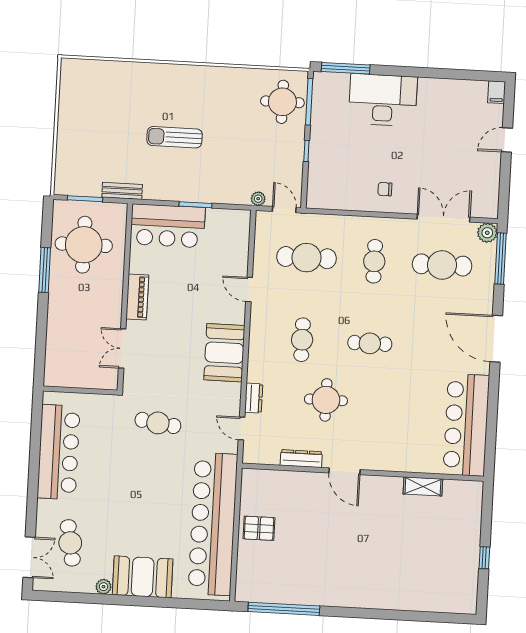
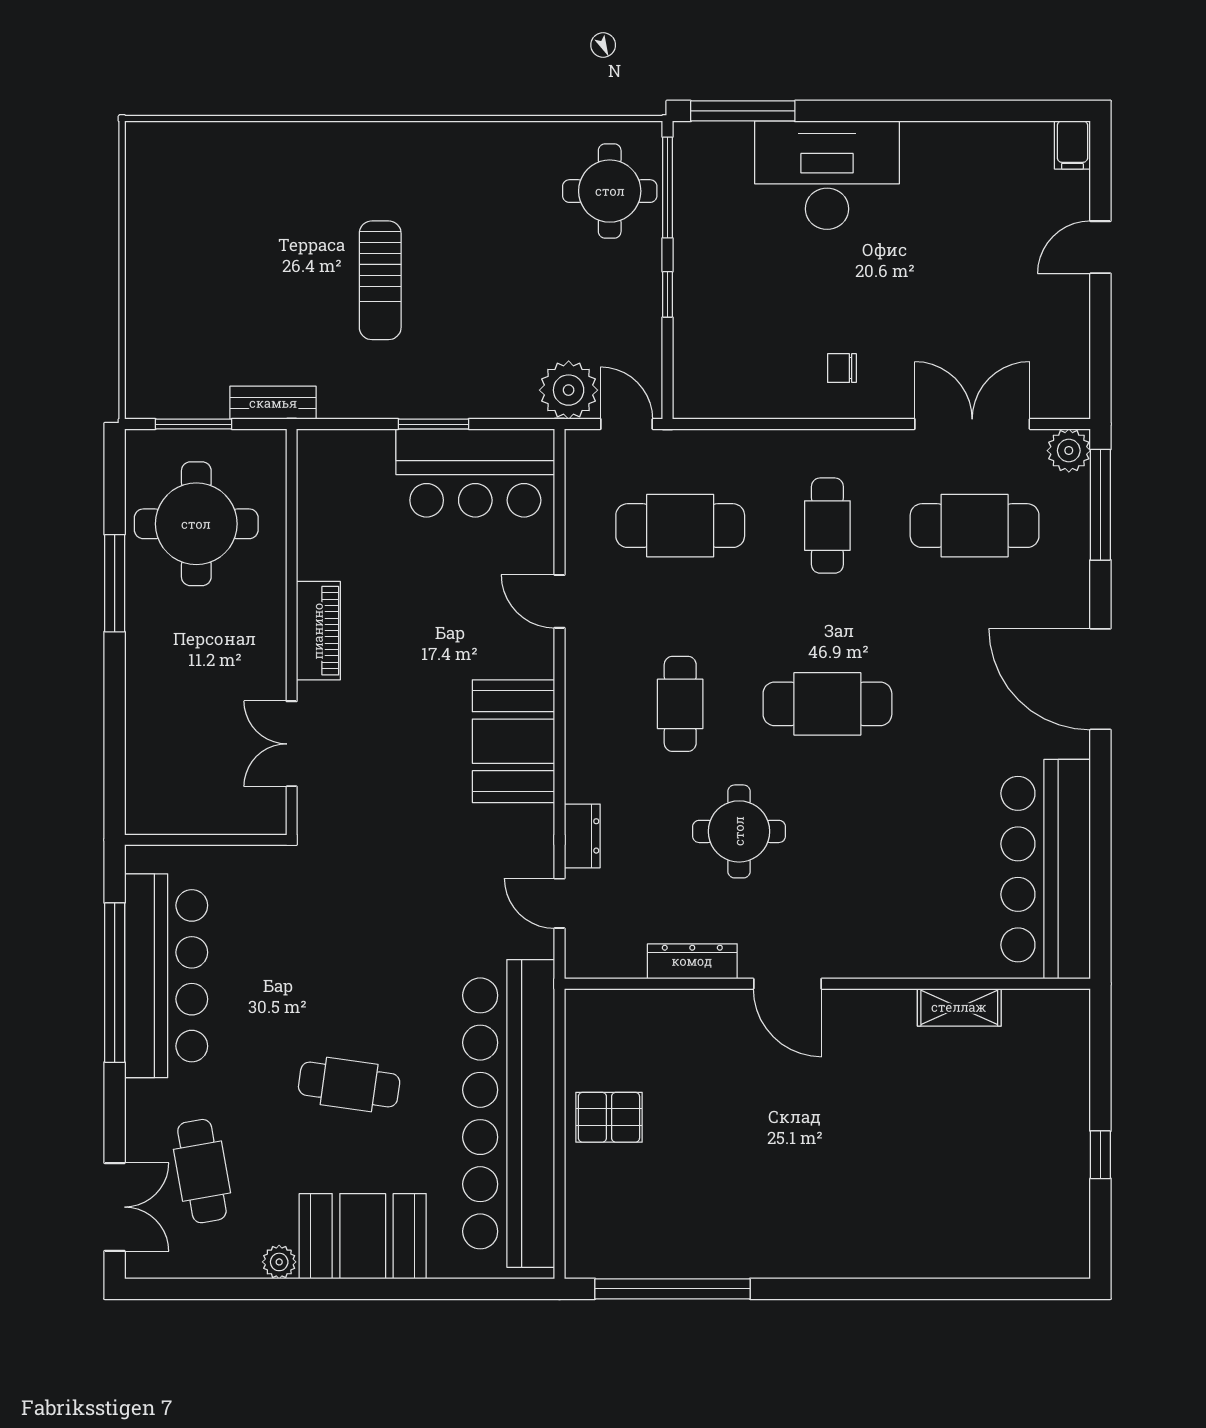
sun lounger: (175, 137) -> (380, 280), turned -90
plant: (258, 199) -> (569, 390), width x1.88, depth x1.88
bar counter: (168, 226) -> (475, 473), moved
cafe table: (370, 343) -> (827, 704), width x1.37, depth x1.35
cafe table: (158, 423) -> (349, 1085), moved
window: (35, 454) -> (115, 983), added

